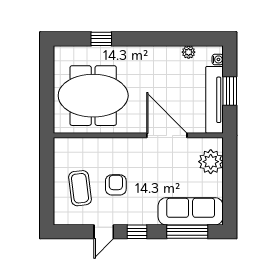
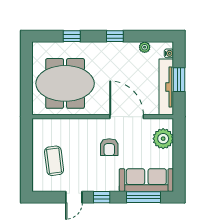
window: (153, 39) -> (115, 36), added
armchair: (116, 185) -> (109, 147), moved, turned 180

